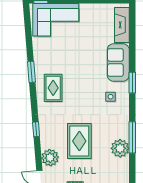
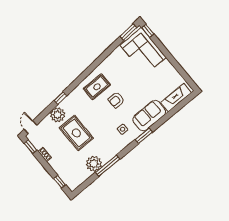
window: (31, 72) -> (128, 32), moved
armchair: (79, 80) -> (116, 100), added
rug: (79, 141) -> (76, 133), turned 90
plant: (50, 158) -> (58, 115), moved

